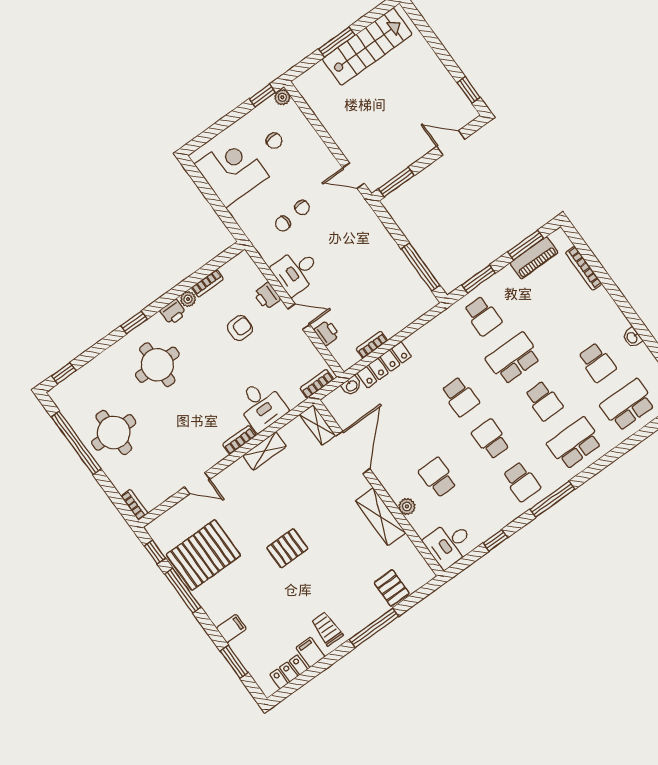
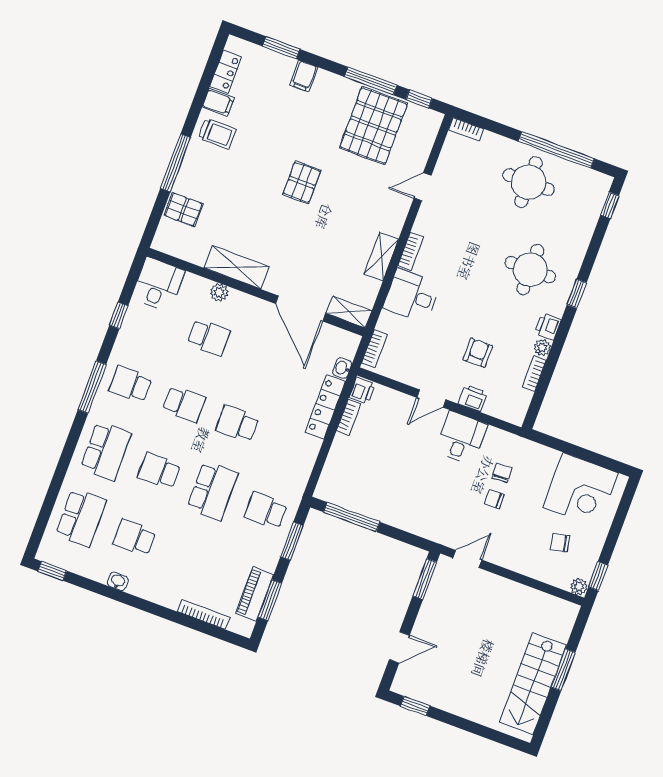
armchair: (240, 328) -> (478, 353), turned 180
printer: (327, 333) -> (362, 391), moved, turned -90

